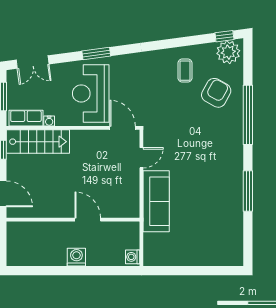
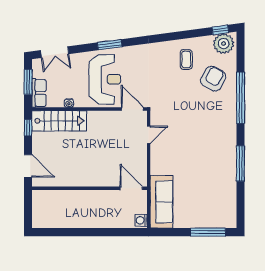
reception desk: (91, 93) -> (105, 79), turned 180
row of seats: (26, 118) -> (39, 93), moved, turned 90
sofa: (156, 201) -> (161, 202), moved
door: (88, 220) -> (131, 188), moved
washing machine: (76, 257) -> (93, 220), removed
window: (210, 271) -> (208, 232), added

